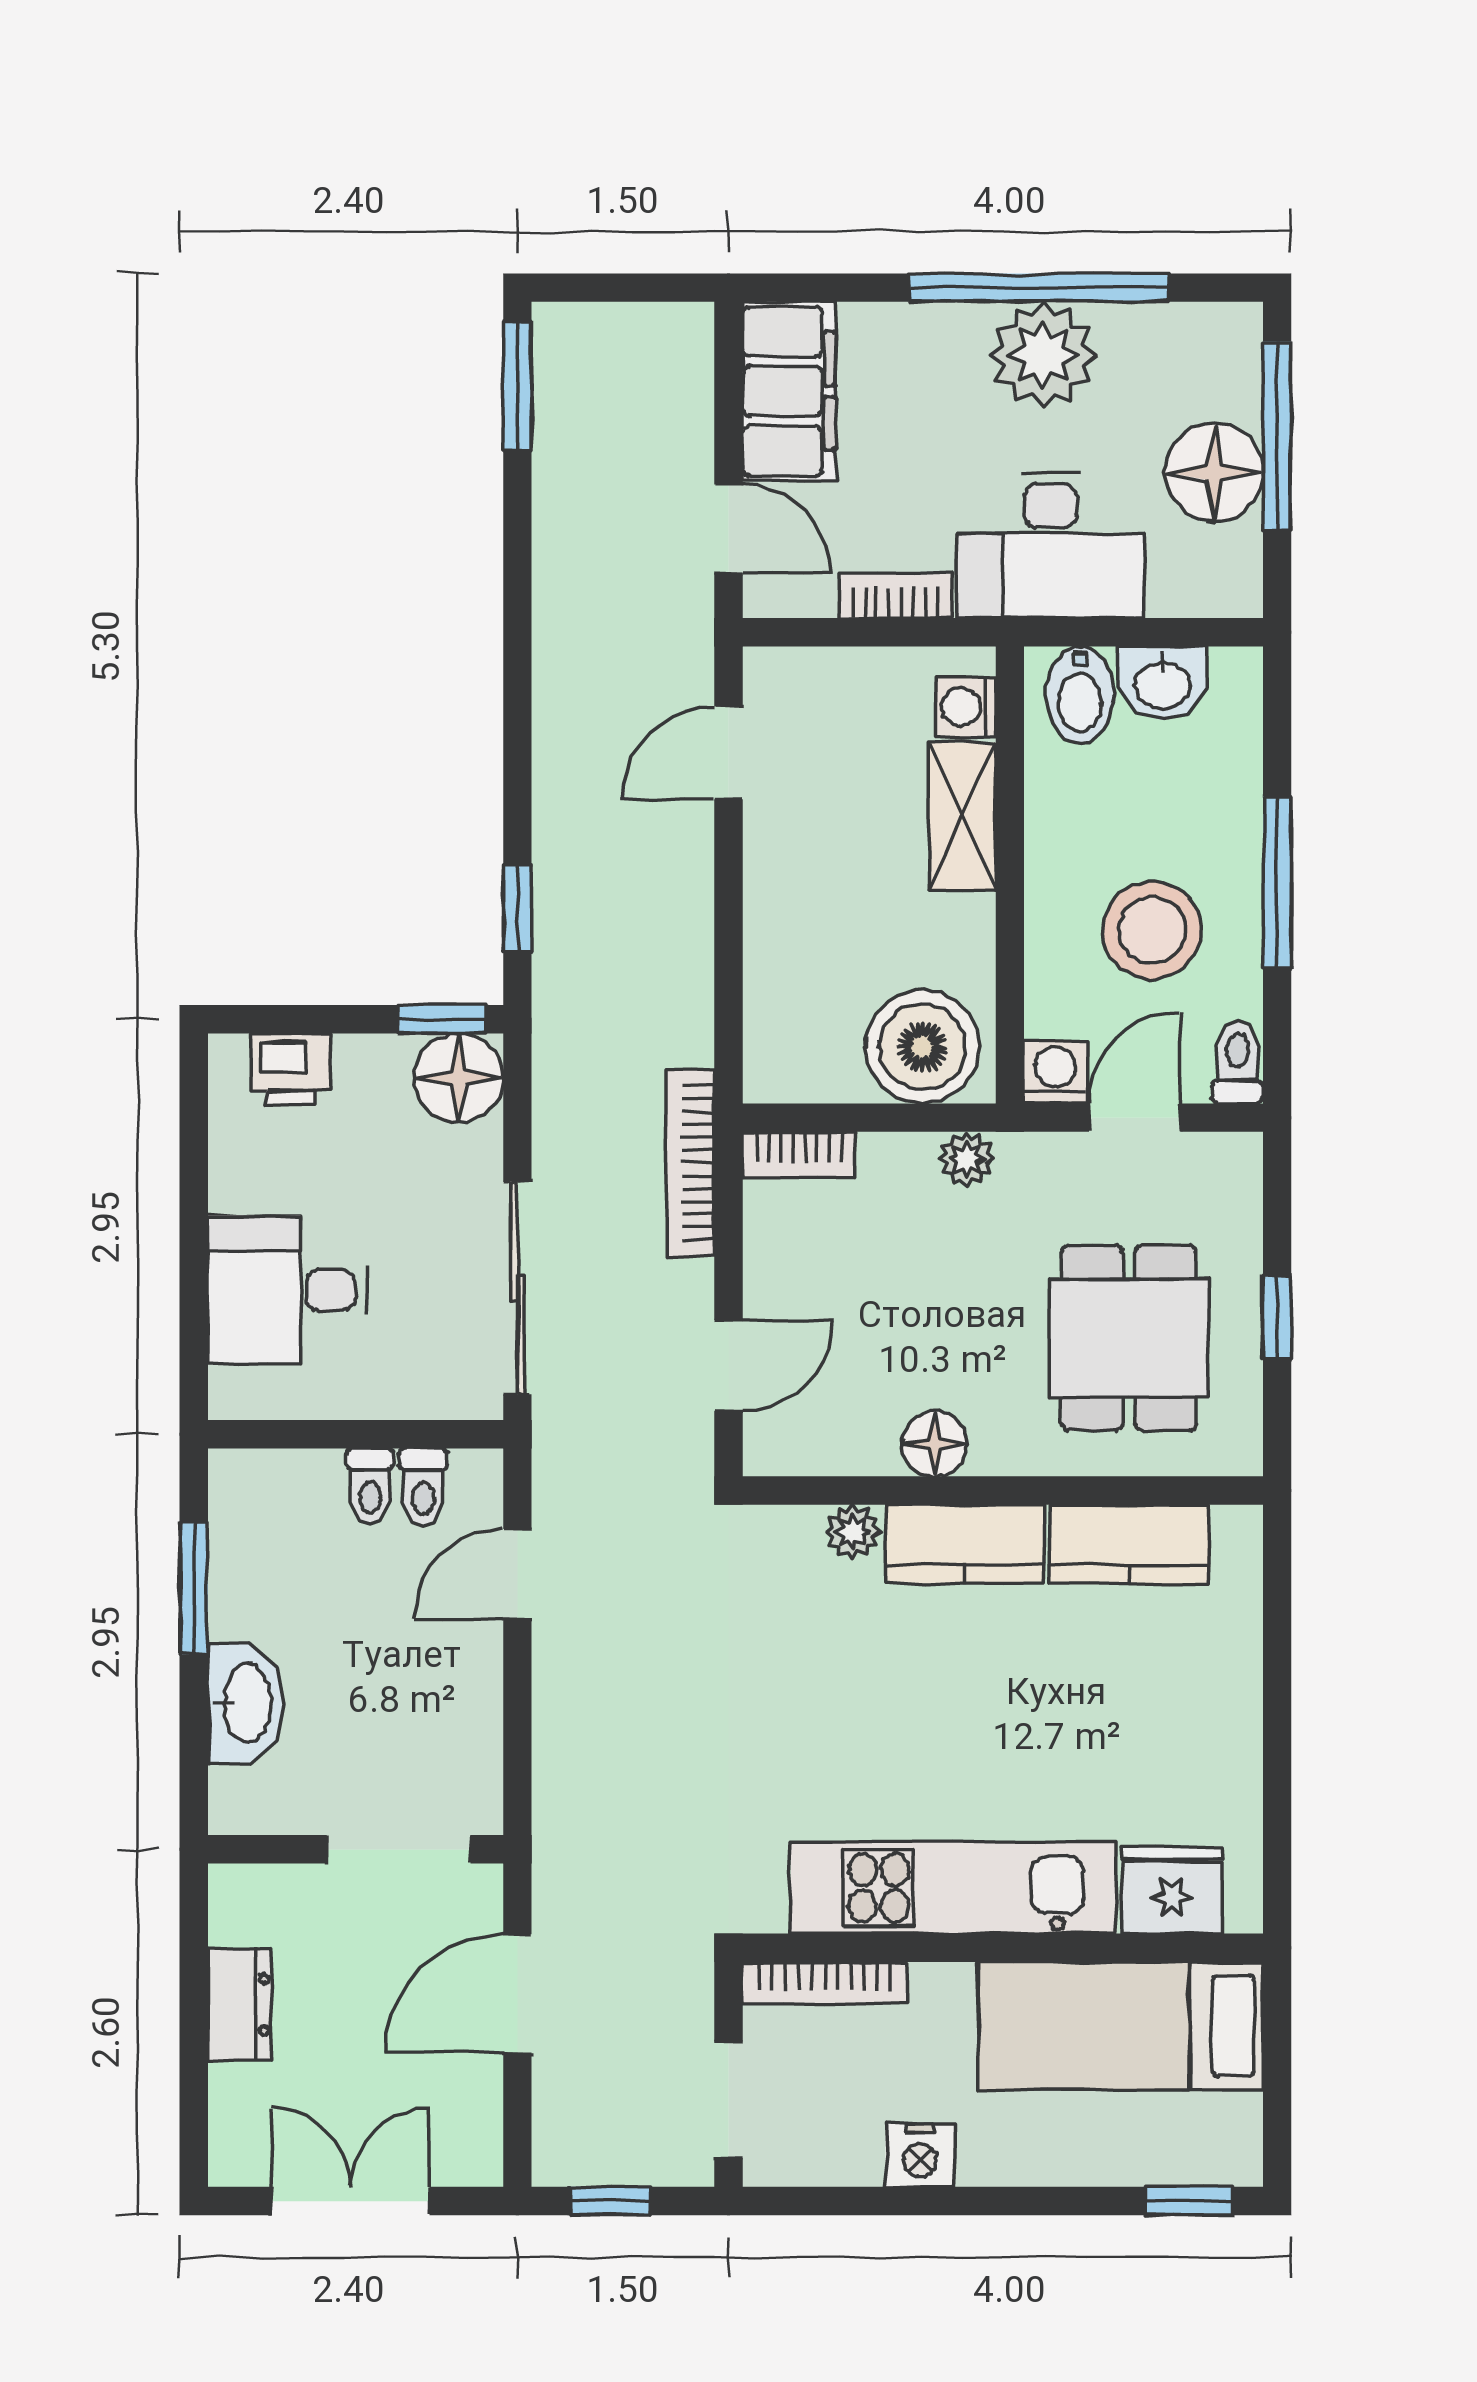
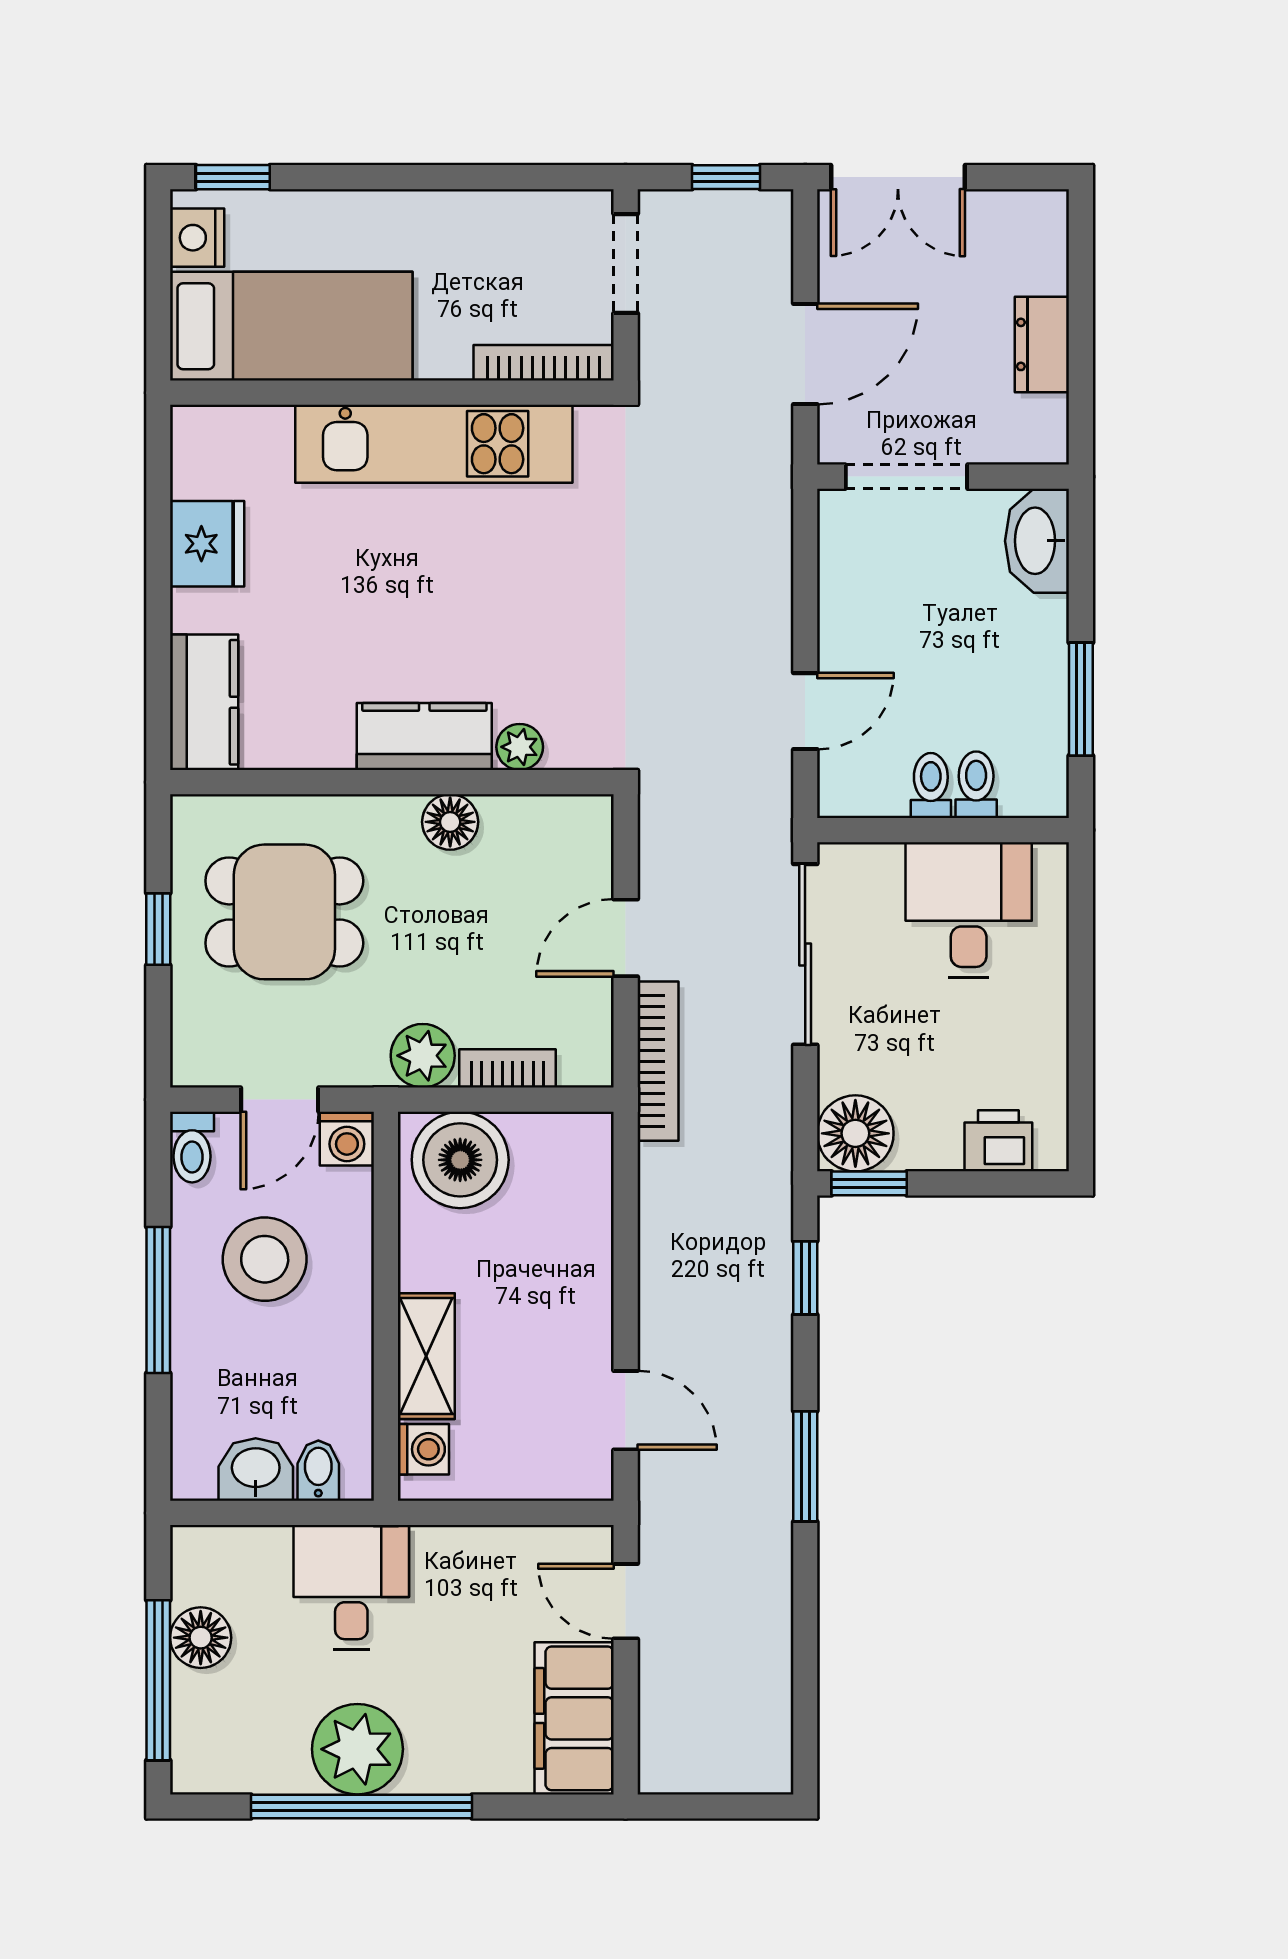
window: (517, 386) -> (805, 1466), moved
floor lamp: (1214, 472) -> (201, 1638), width x0.73, depth x0.73
desk: (1050, 545) -> (351, 1587), width x0.73
bookcase: (896, 596) -> (483, 1544), removed
bidet: (1080, 695) -> (318, 1471), width x0.72, depth x0.74
door: (728, 753) -> (626, 1410), hinge flipped
bookcase: (799, 1154) -> (507, 1068), moved
plant: (967, 1159) -> (423, 1056), width x1.38, depth x1.38
desk: (288, 1290) -> (969, 910), moved, turned -90
dining table: (1129, 1338) -> (284, 912), turned 90
door: (728, 1365) -> (626, 938), moved
toilet: (423, 1487) -> (976, 785), moved
kitchen counter: (1129, 1544) -> (204, 702), moved, turned 90
washbasin: (245, 1703) -> (1037, 541), moved
fridge: (1172, 1890) -> (207, 544), moved, turned -90
nightstand: (920, 2155) -> (197, 238), moved, turned -90
double door: (351, 2201) -> (898, 177), moved

